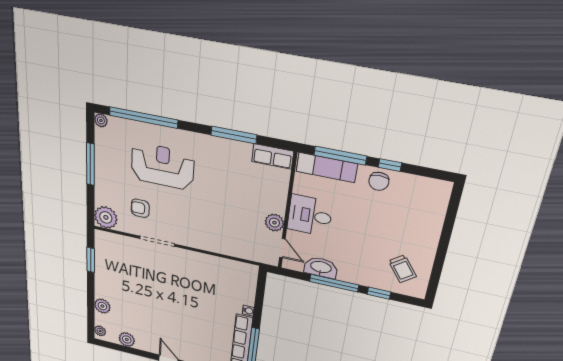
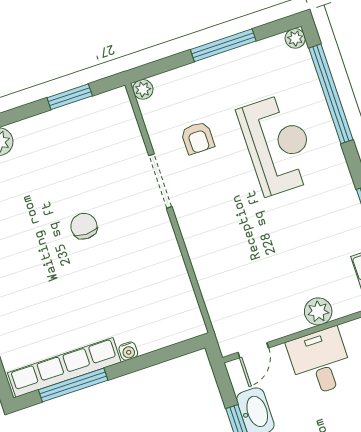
armchair: (140, 208) -> (198, 138), turned 180
plant: (106, 217) -> (143, 89), width x0.53, depth x0.53
plant: (274, 223) -> (318, 311), moved
chair: (166, 293) -> (84, 226), added

